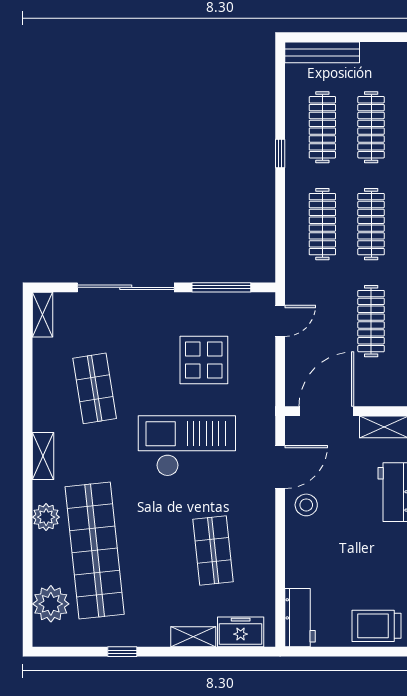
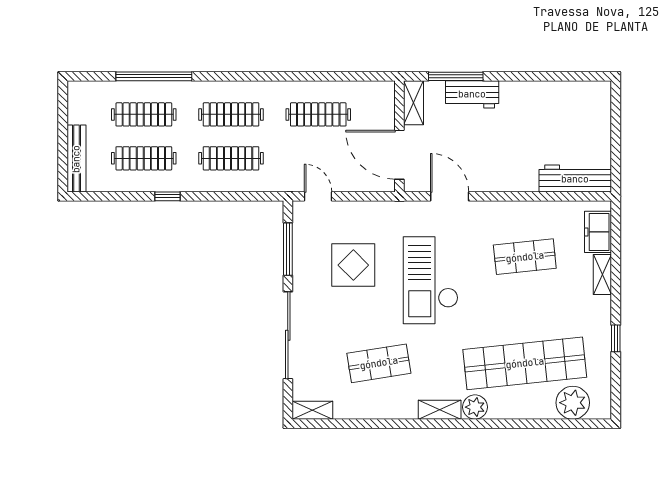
stool: (306, 505) -> (484, 173), removed
plant: (46, 517) -> (475, 407), moved
workbench: (300, 618) -> (575, 179), width x1.38
trolley: (377, 626) -> (593, 110), removed

